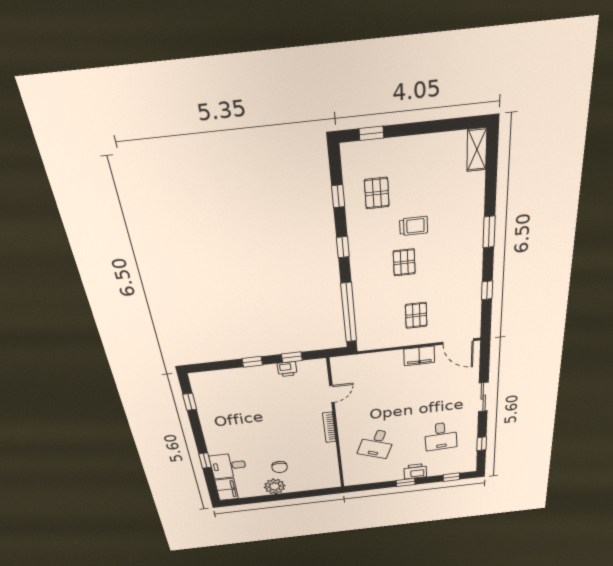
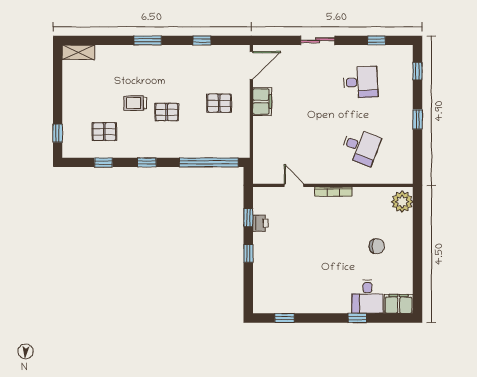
trolley: (414, 226) -> (135, 103), turned -90
printer: (415, 471) -> (404, 109), removed
plant: (275, 486) -> (402, 202), moved

